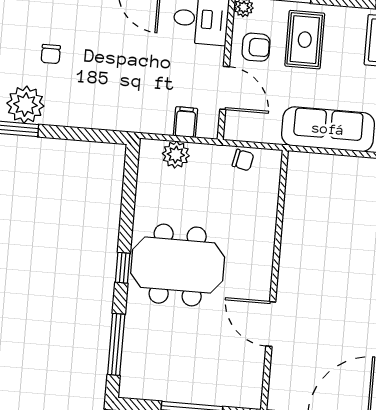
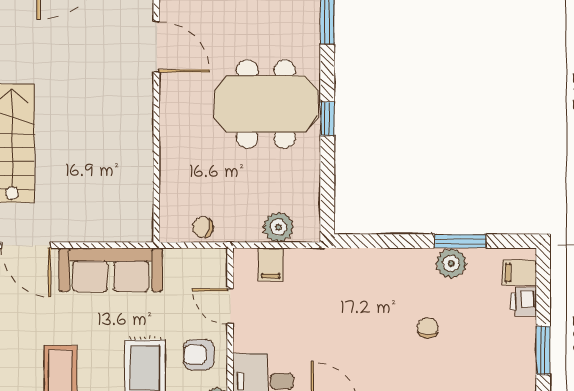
door: (225, 88) -> (230, 306), width x0.73
plant: (25, 105) -> (451, 263), width x0.73, depth x0.73
window: (123, 268) -> (327, 119), moved

